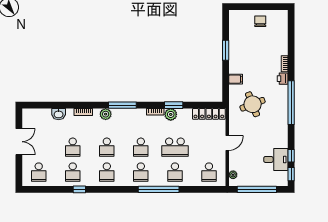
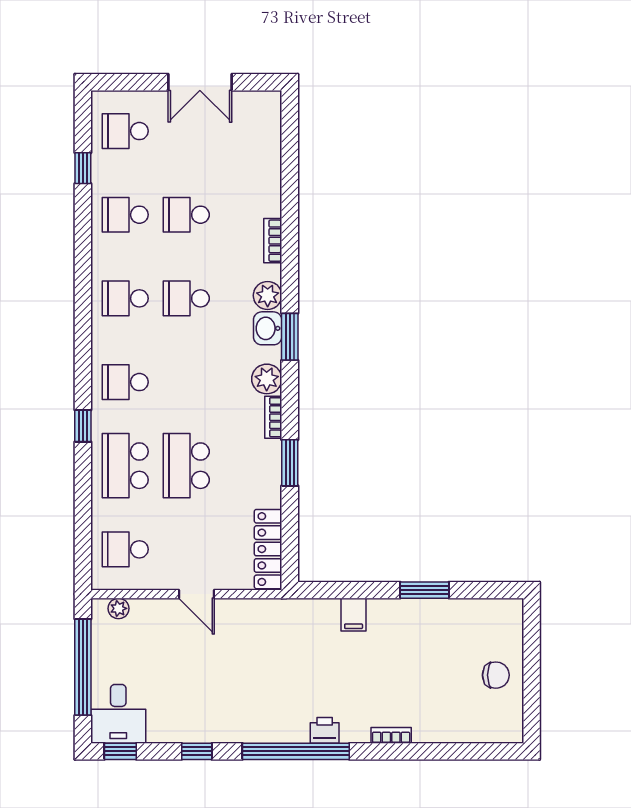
printer: (283, 79) -> (325, 730), moved
round table: (253, 104) -> (292, 656), removed
window: (122, 105) -> (290, 337), width x0.69
washbasin: (59, 114) -> (268, 328), moved
plant: (171, 114) -> (267, 379), moved
school desk: (141, 147) -> (186, 382), removed
window: (291, 156) -> (197, 751), moved
desk: (276, 159) -> (118, 714), moved
school desk: (175, 172) -> (125, 466), width x1.85
window: (79, 189) -> (83, 168), moved
window: (159, 189) -> (83, 426), width x0.32

